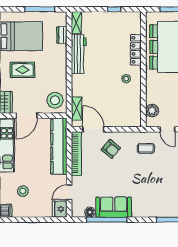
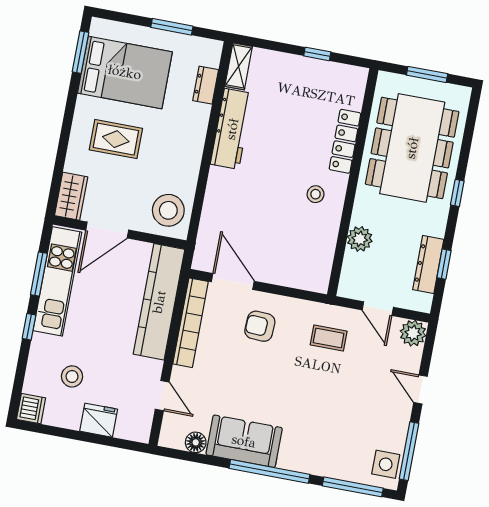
window: (40, 9) -> (172, 27), width x0.69
shelving: (77, 109) -> (208, 235), removed
plant: (152, 111) -> (360, 239), moved
armchair: (111, 149) -> (260, 326), turned 143
door: (69, 192) -> (162, 396), swing flipped
fridge: (60, 209) -> (99, 420), moved, turned 90
window: (107, 220) -> (269, 471), moved

